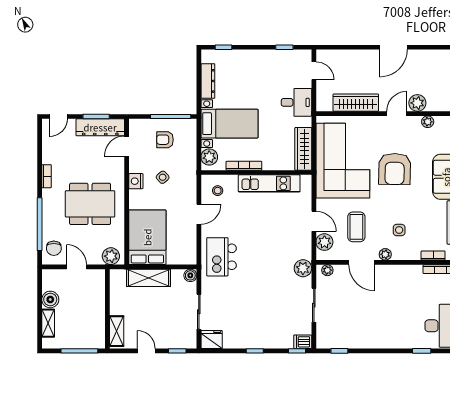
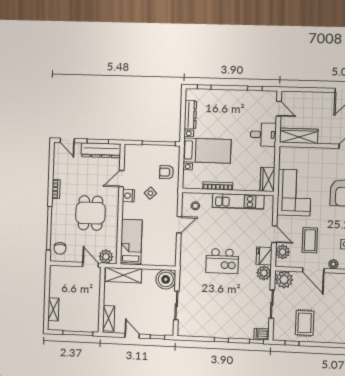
wardrobe: (356, 103) -> (299, 136), moved
door: (58, 117) -> (67, 140), hinge flipped
armchair: (165, 140) -> (167, 172), moved
door: (127, 146) -> (121, 179), moved
wardrobe: (303, 149) -> (267, 179), width x0.67
plant: (209, 157) -> (189, 178), removed
corner sofa: (343, 161) -> (294, 193), width x0.73, depth x0.74
dining table: (90, 204) -> (90, 213), width x0.73
bed: (147, 237) -> (131, 242), width x0.67
kitchen island: (221, 257) -> (222, 261), moved, turned -90
door: (77, 267) -> (91, 265), moved
plant: (327, 270) -> (284, 280), width x1.88, depth x1.88
boiler: (190, 275) -> (166, 279), width x1.86, depth x1.86
shelving: (148, 278) -> (123, 275), moved
boiler: (50, 299) -> (56, 290), removed
rug: (354, 326) -> (305, 323), added
fridge: (212, 340) -> (264, 256), moved, turned -90

